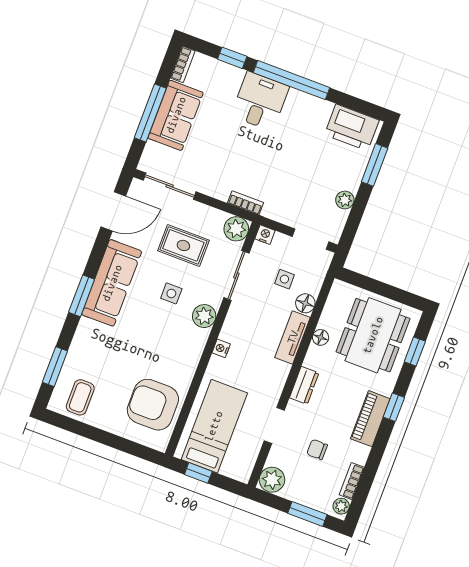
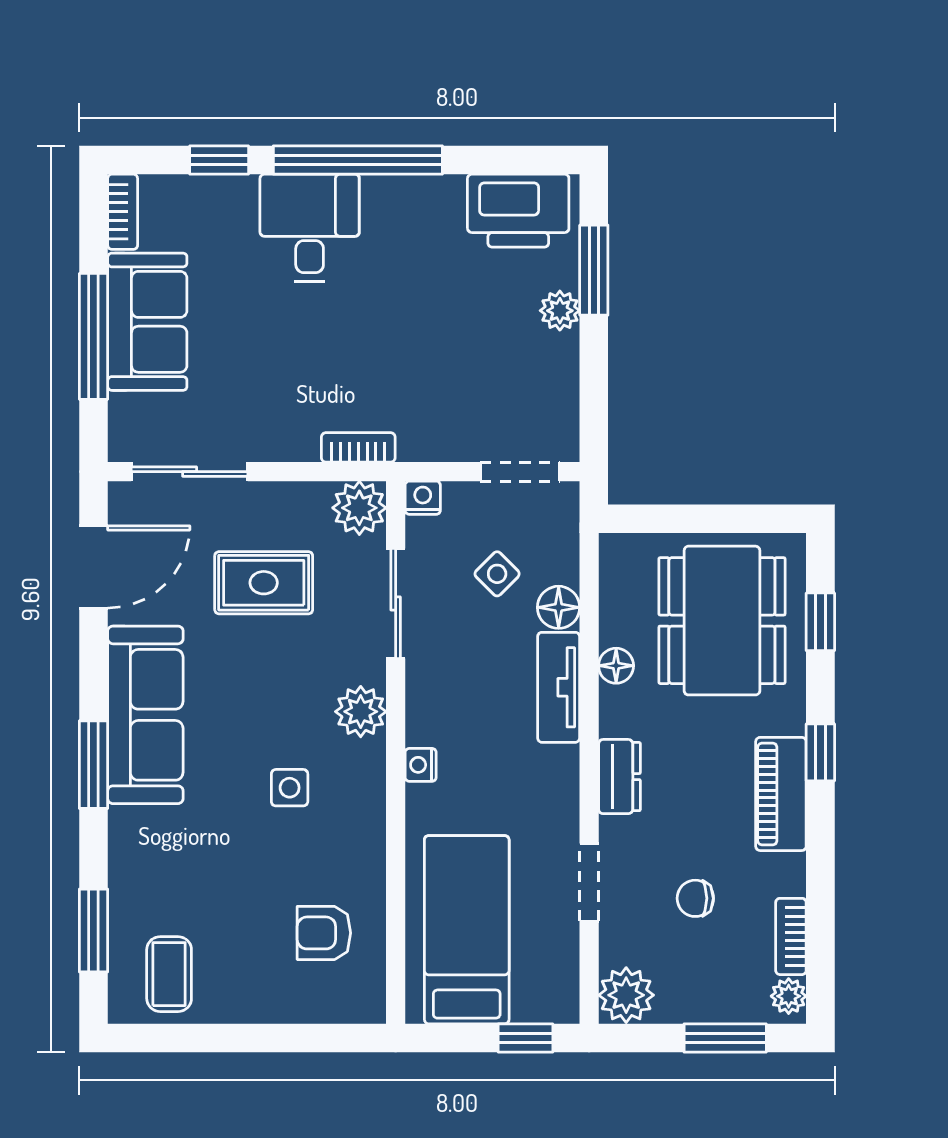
plant: (345, 200) -> (560, 311), moved
side table: (284, 279) -> (497, 574), turned 45
side table: (171, 293) -> (290, 788), moved
armchair: (153, 405) -> (324, 933), width x0.53, depth x0.53
window: (198, 473) -> (525, 1038), moved

